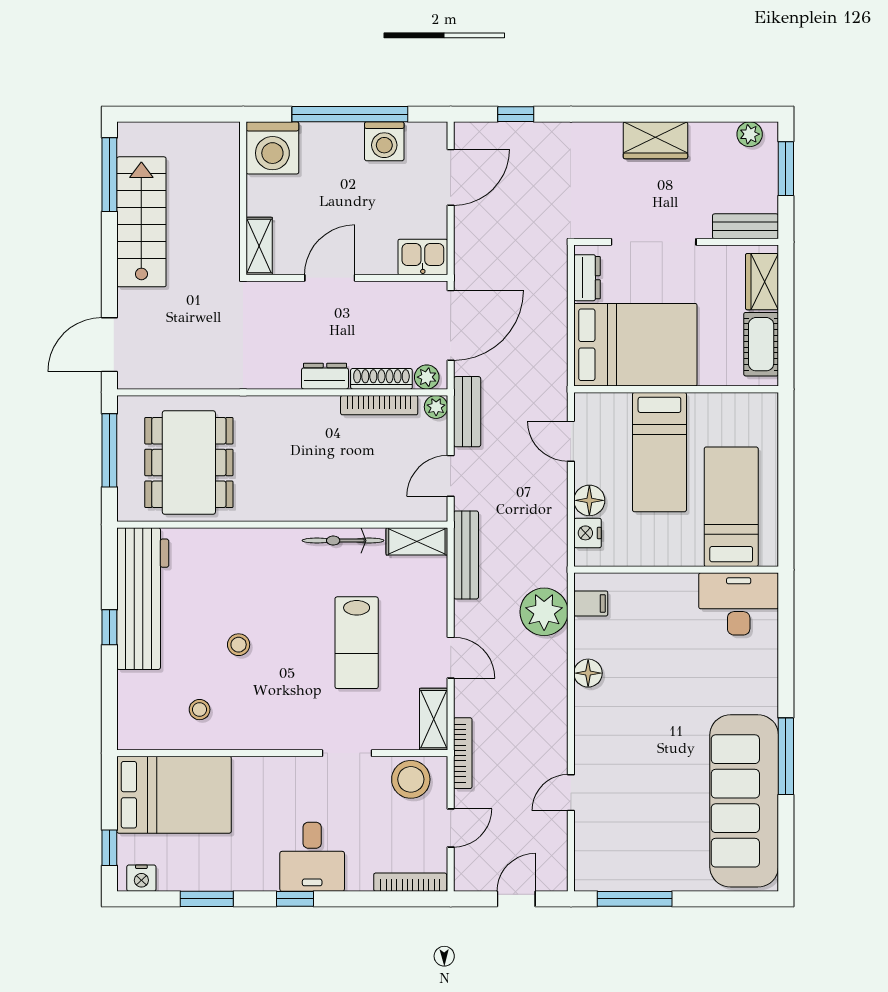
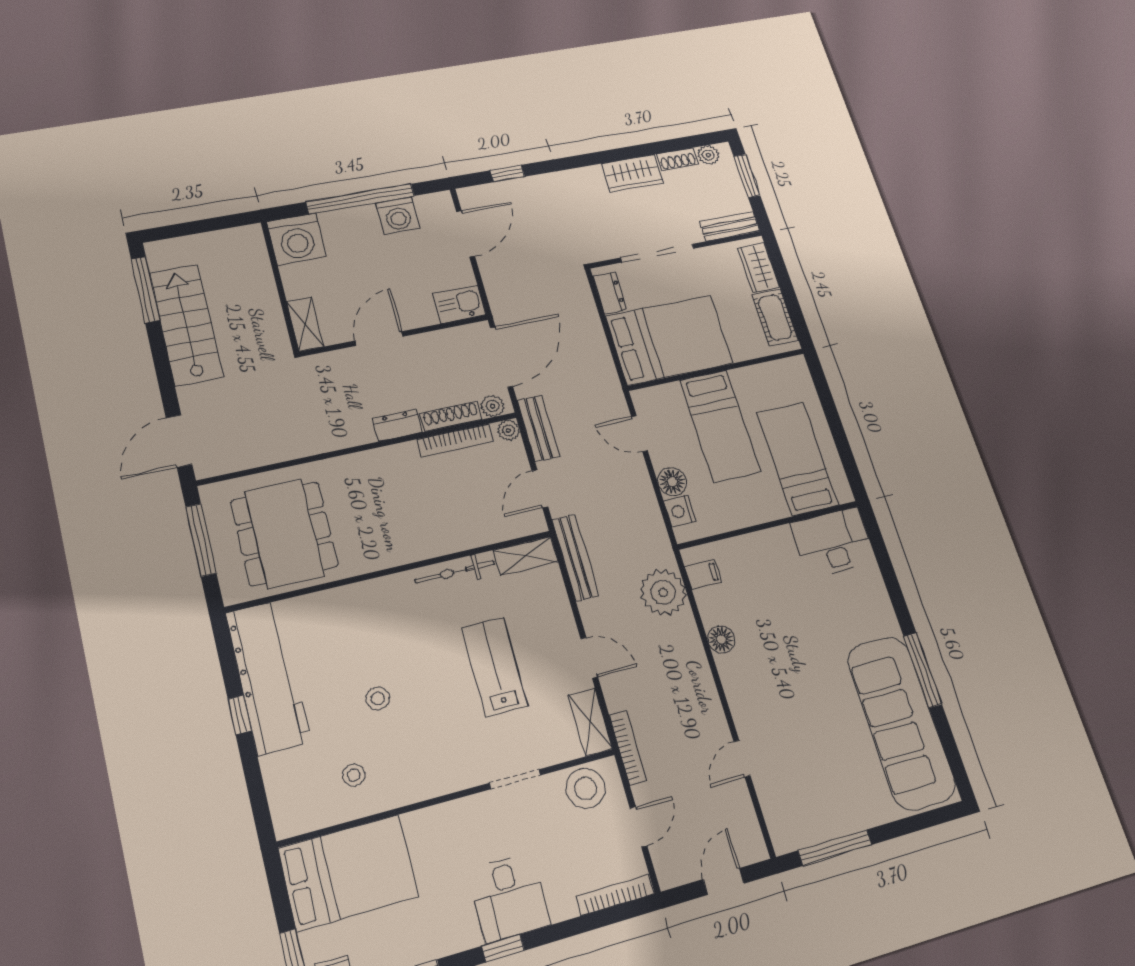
shoe rack: (712, 132) -> (677, 159), added
lab bench: (357, 643) -> (495, 667), turned 180

